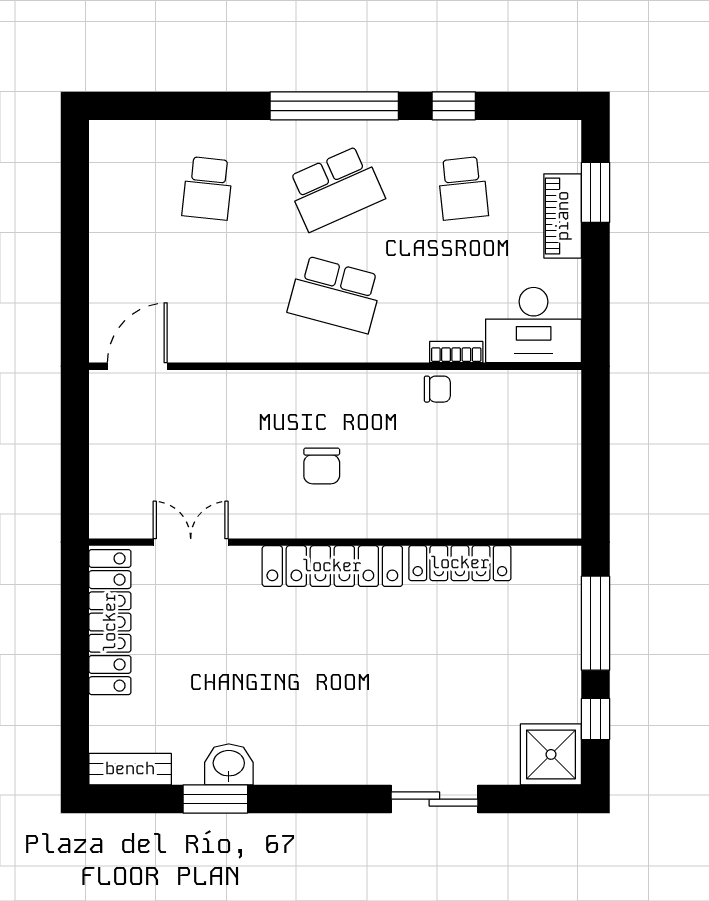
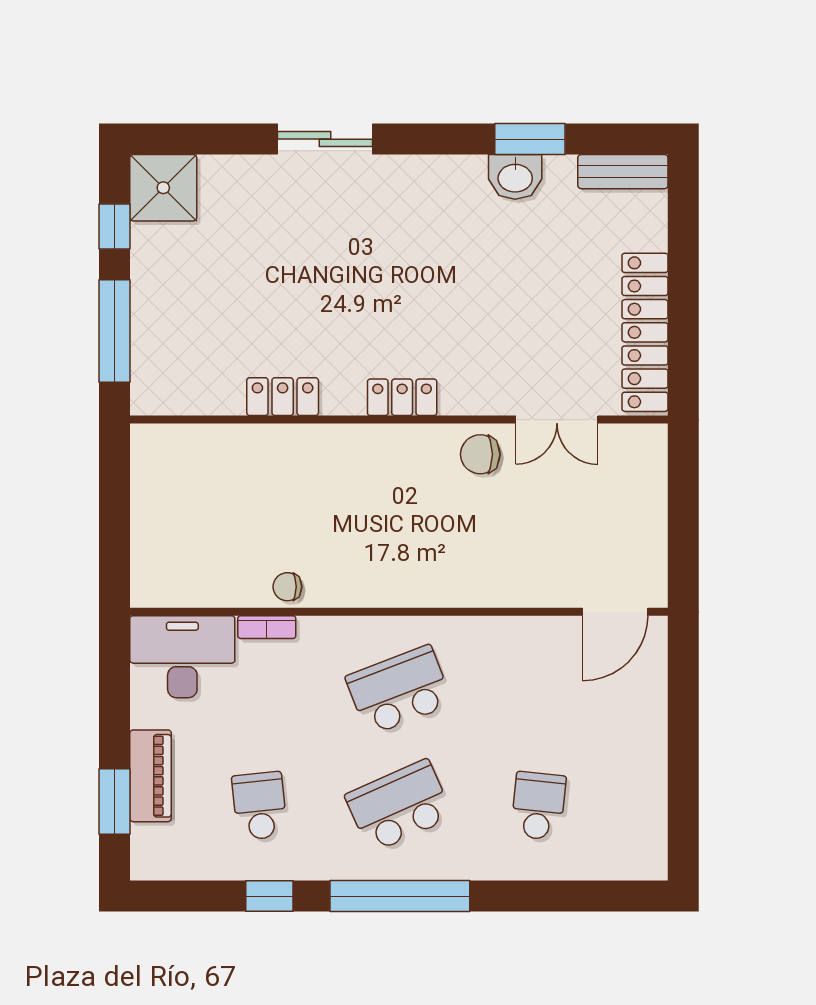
school desk: (335, 294) -> (399, 690), turned -36
chair: (322, 466) -> (480, 454), moved, turned -90
locker: (460, 563) -> (283, 397), width x0.66
locker: (332, 566) -> (402, 397), width x0.46, depth x0.83
sliding door: (434, 799) -> (325, 139), moved

